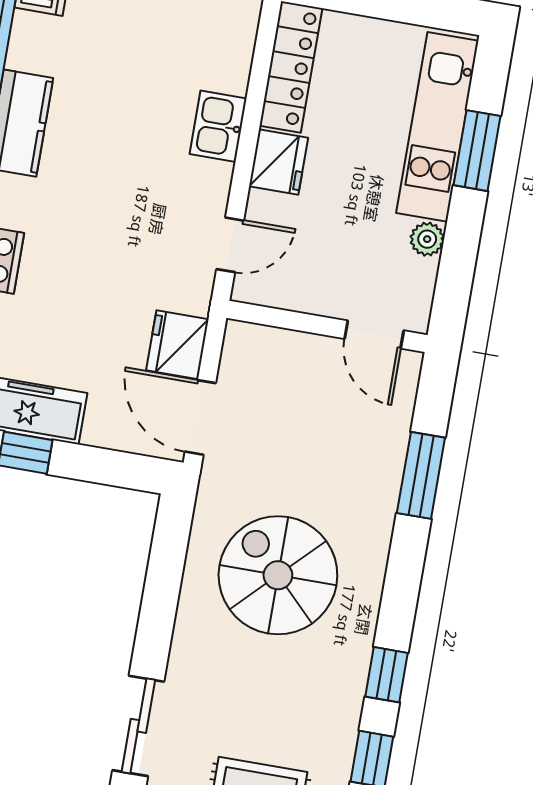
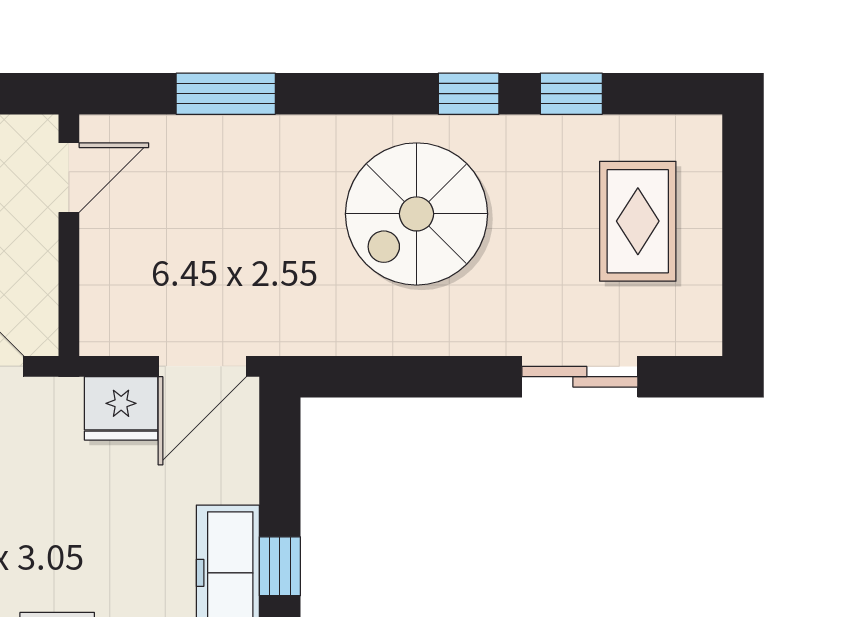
spiral stairs: (278, 575) -> (417, 214), moved

